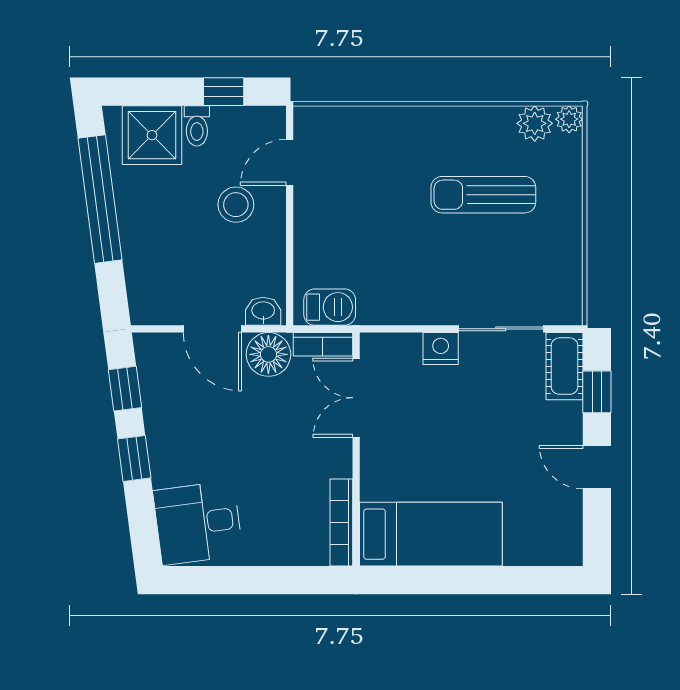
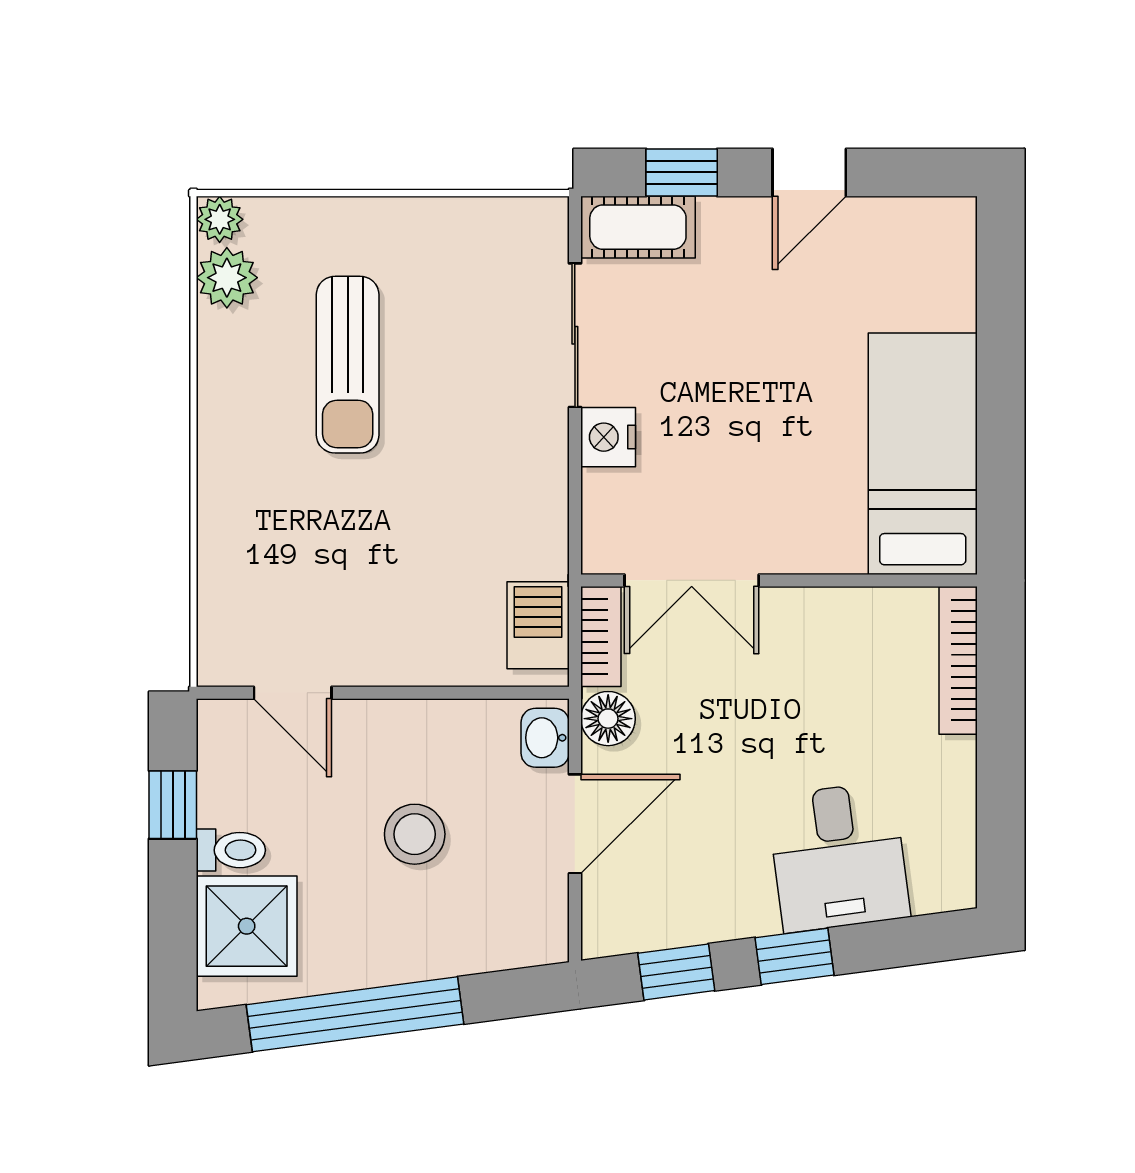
stool: (236, 205) -> (415, 834), moved
floor lamp: (268, 354) -> (608, 719), width x0.73, depth x0.73
desk: (198, 523) -> (838, 857), moved
bookcase: (341, 523) -> (958, 660), moved, turned 90

